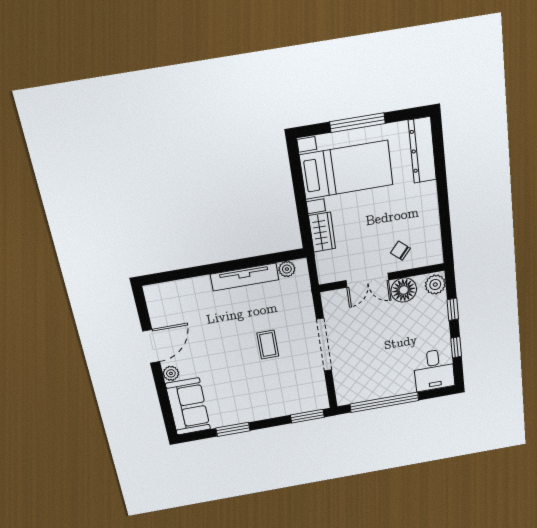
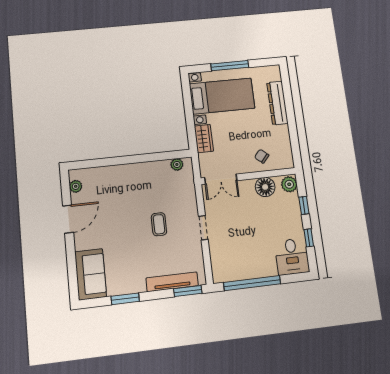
dresser: (422, 150) -> (277, 103), moved
tv unit: (245, 277) -> (172, 282), moved, turned 180
double door: (367, 280) -> (221, 179), moved
doorway: (324, 345) -> (203, 228), width x0.53
plant: (171, 373) -> (76, 186), moved

